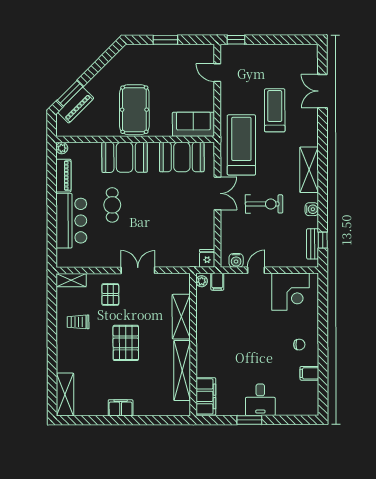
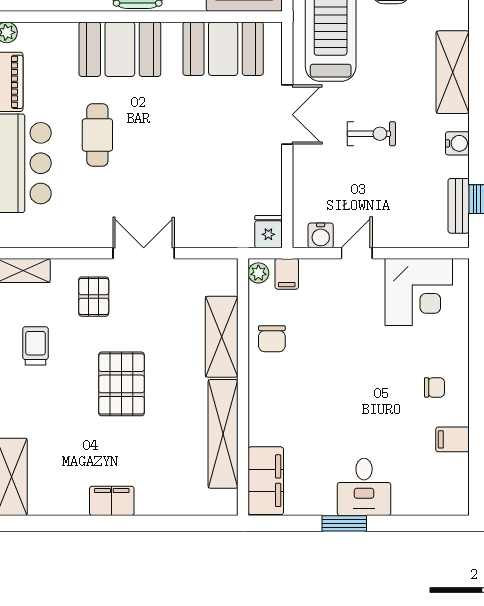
exercise bike: (264, 204) -> (371, 134), width x0.73, depth x0.72
chair: (209, 318) -> (272, 339), added
trolley: (78, 322) -> (36, 346), turned 90

